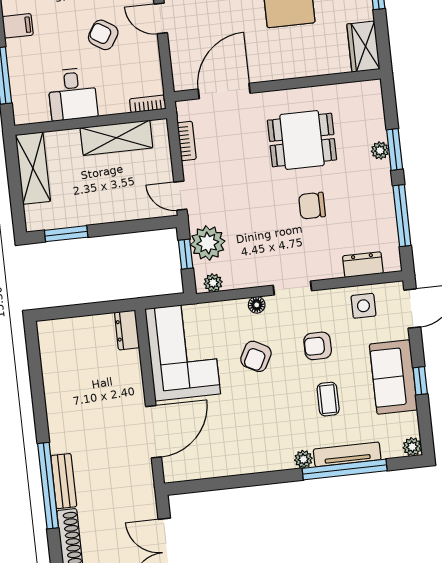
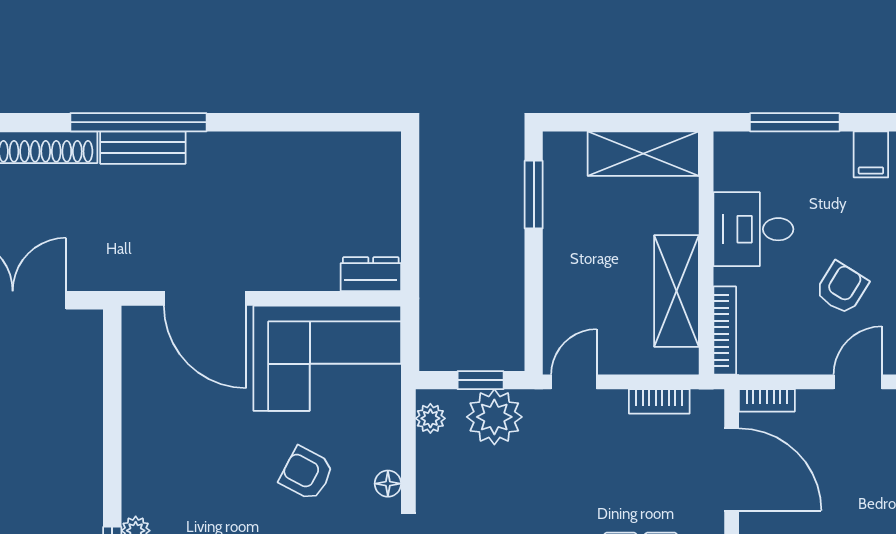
bookcase: (179, 74) -> (767, 400), added
bookcase: (148, 104) -> (725, 331), width x1.56

